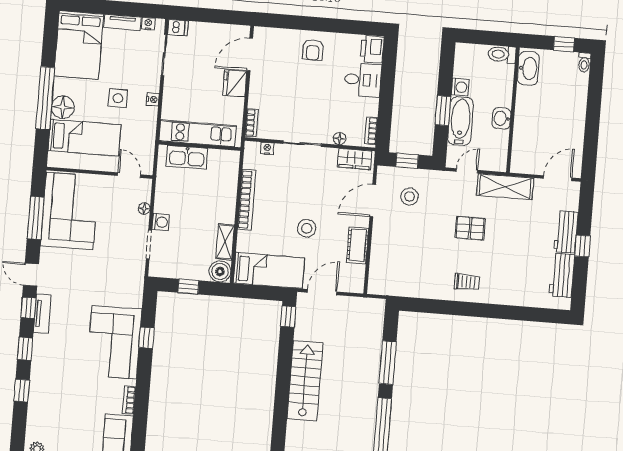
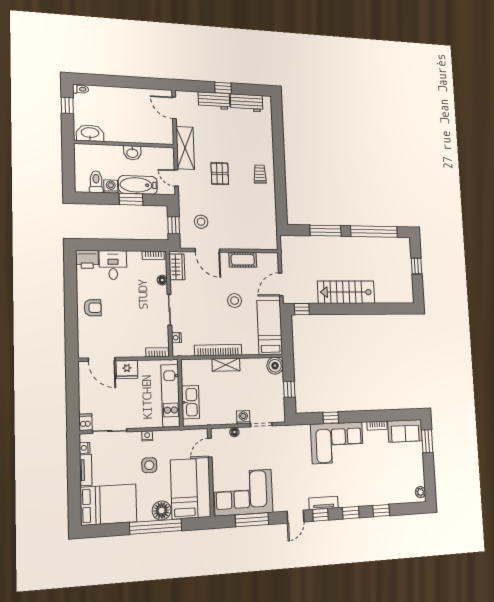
toilet: (502, 54) -> (96, 182), moved, turned 180
shelving: (225, 242) -> (226, 365), moved
door: (322, 292) -> (281, 284), hinge flipped

